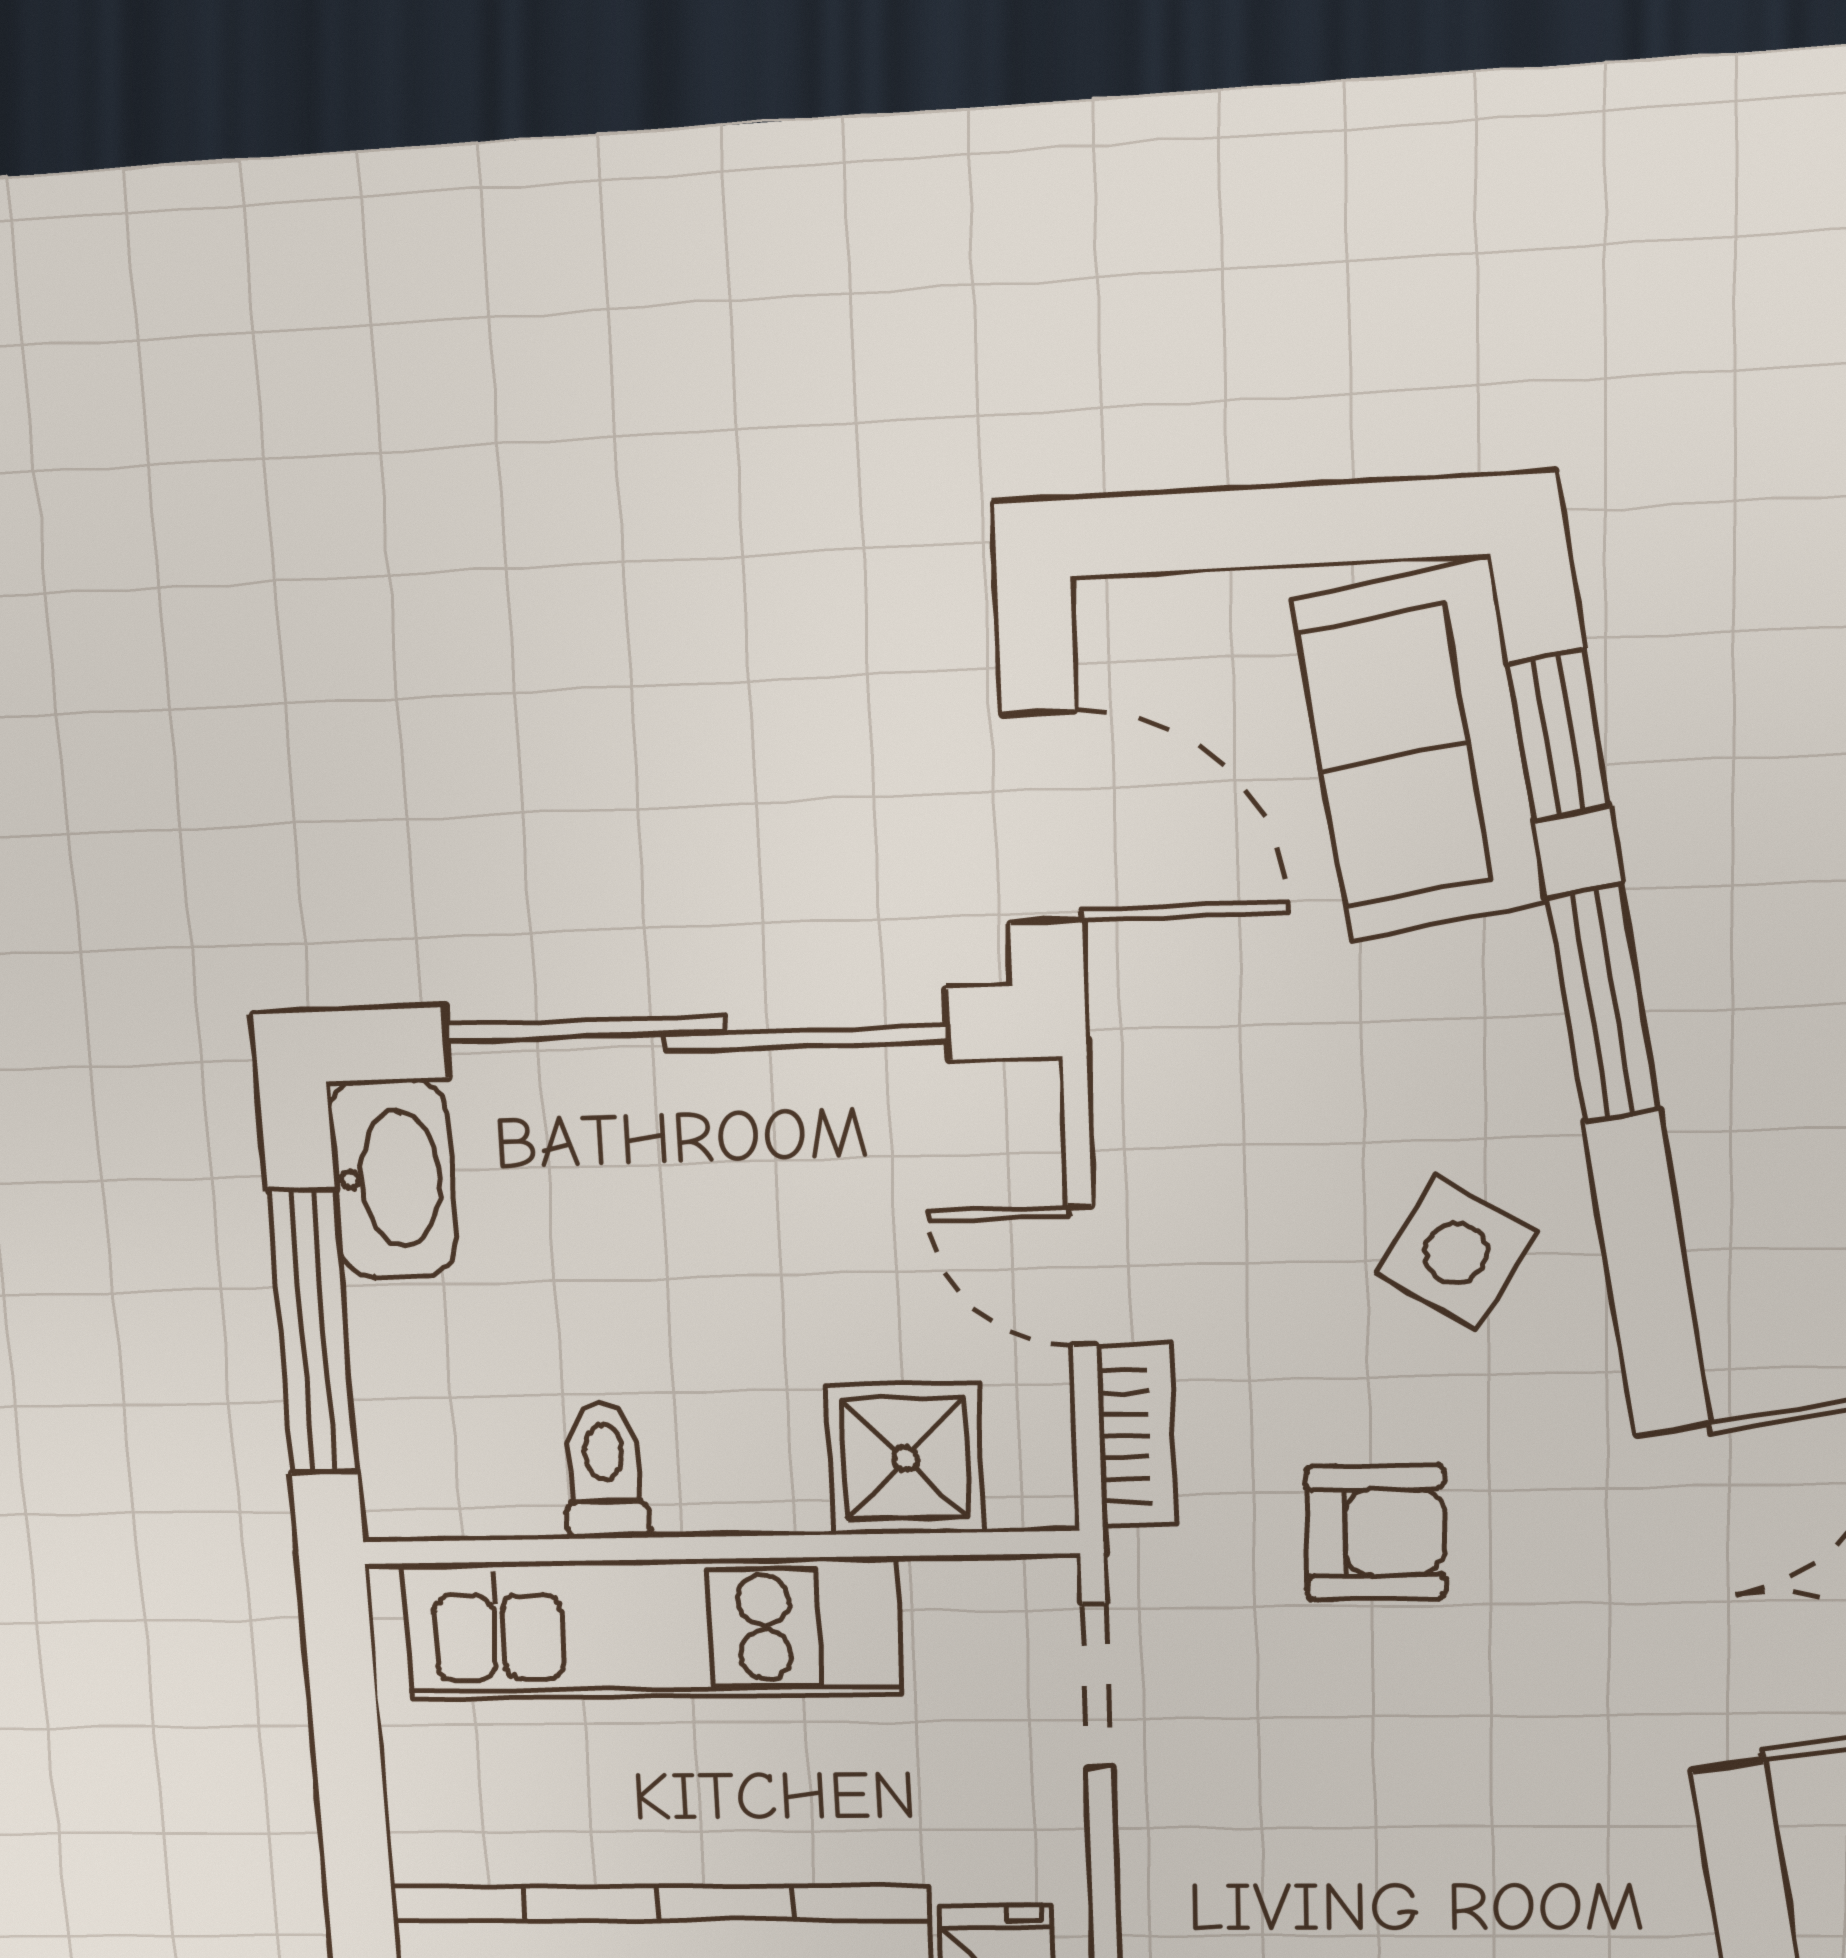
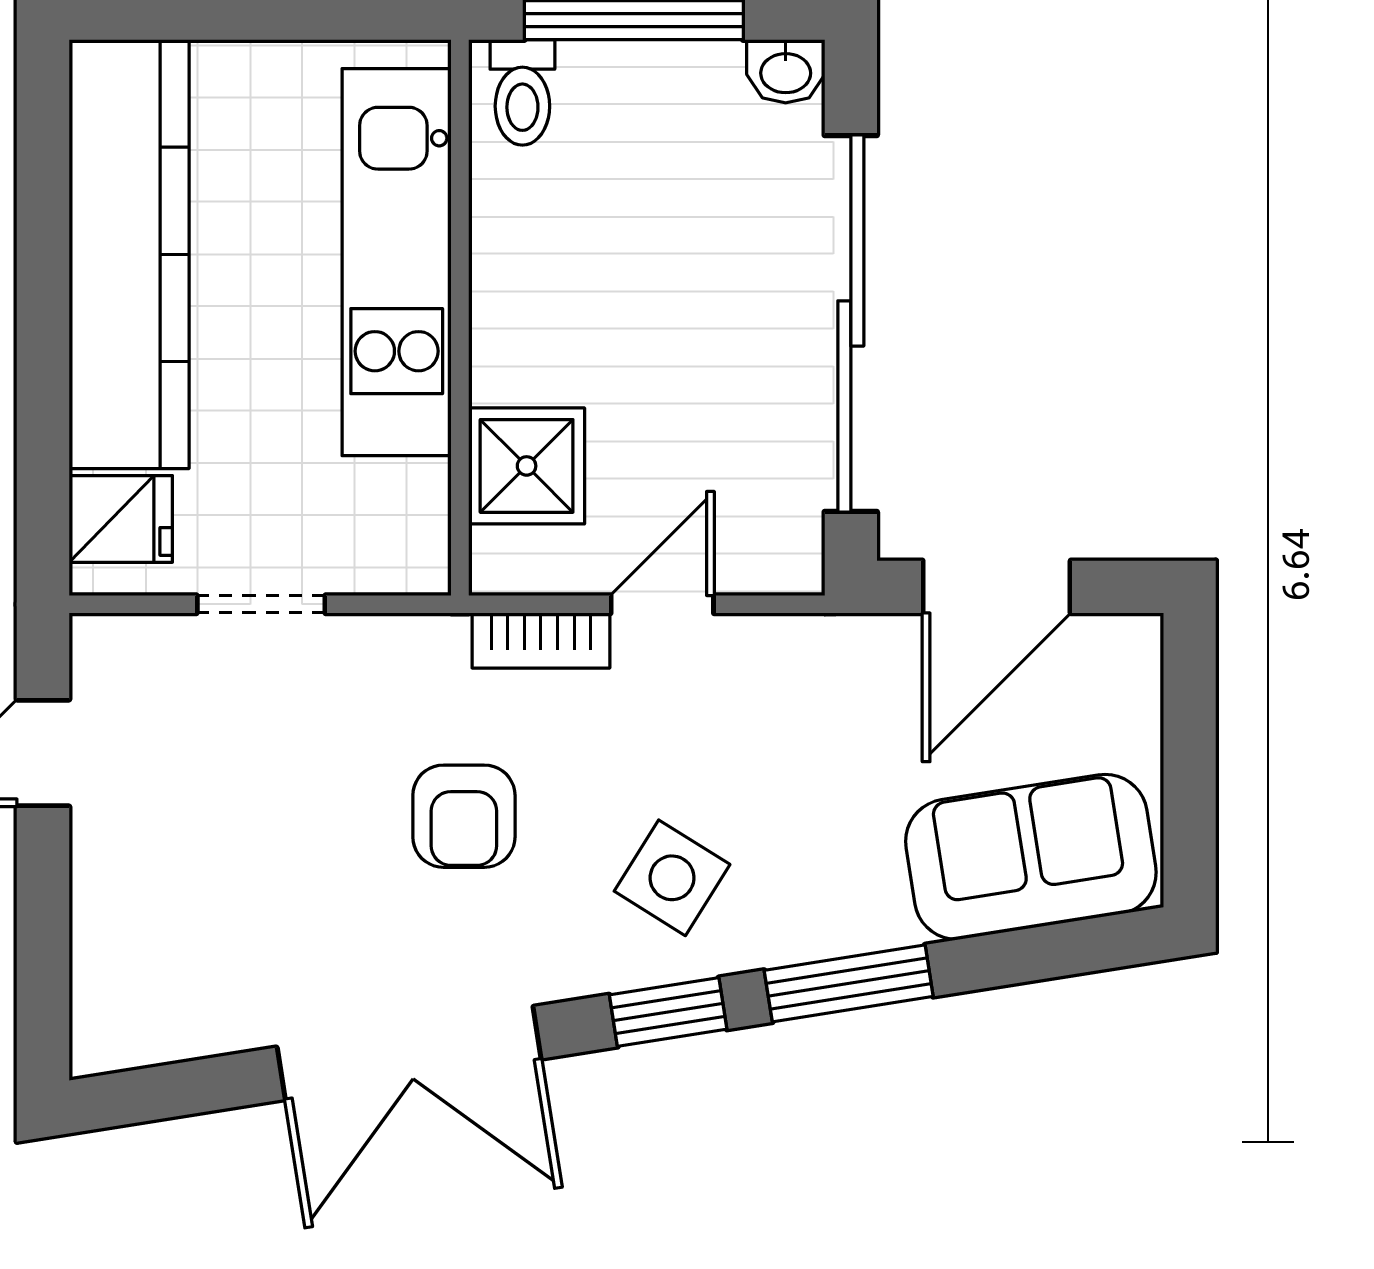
window: (1559, 735) -> (668, 1012), moved
washbasin: (392, 1179) -> (786, 71), width x0.52, depth x0.69
toilet: (605, 1471) -> (522, 92), moved, turned 90
doorway: (1097, 1686) -> (261, 604), moved

